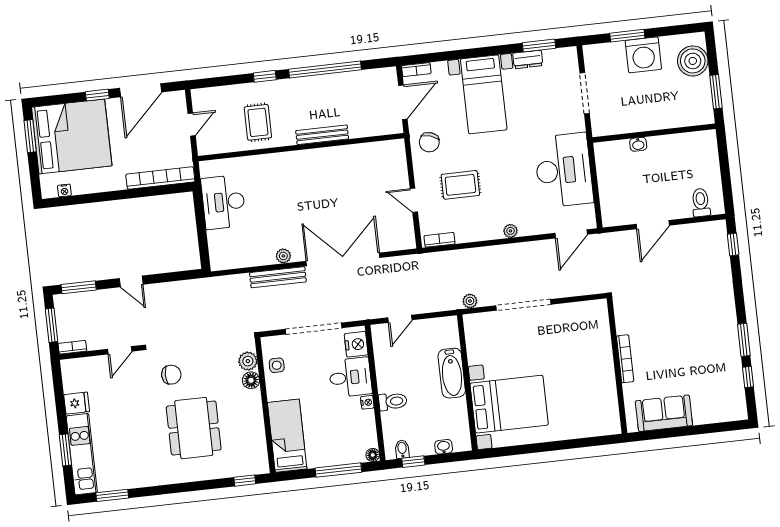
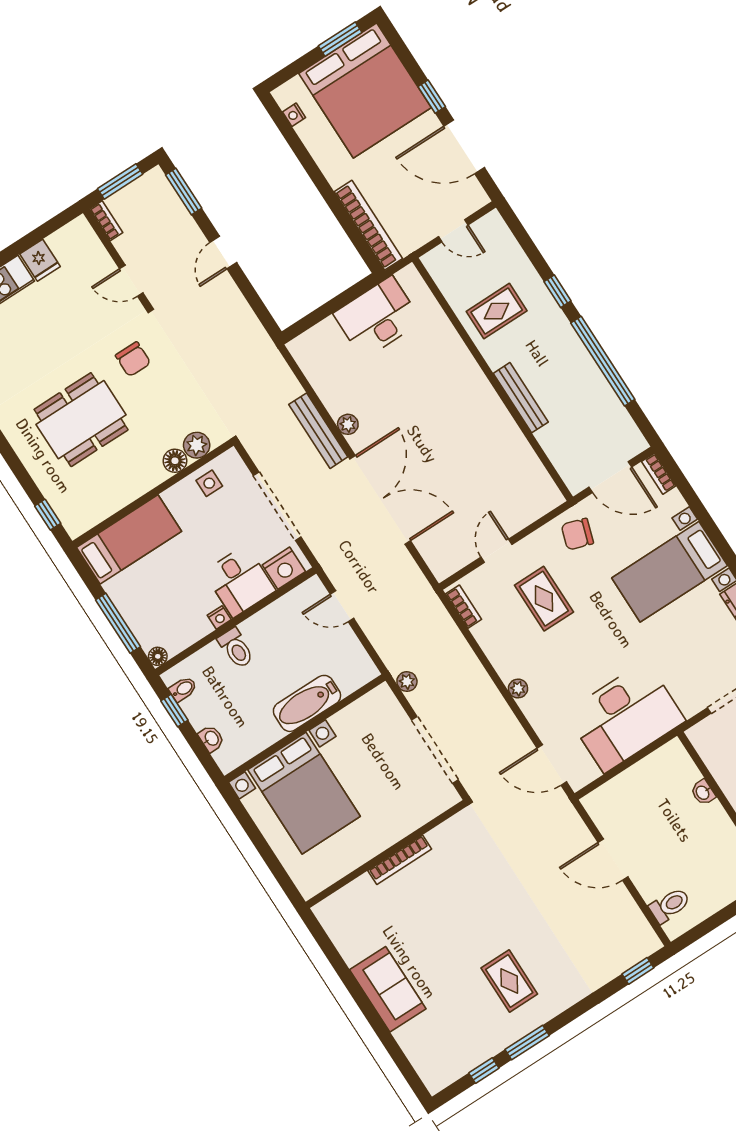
rug: (698, 332) -> (509, 981), added
bookcase: (625, 359) -> (400, 860), moved
wall: (617, 366) -> (386, 854), moved

